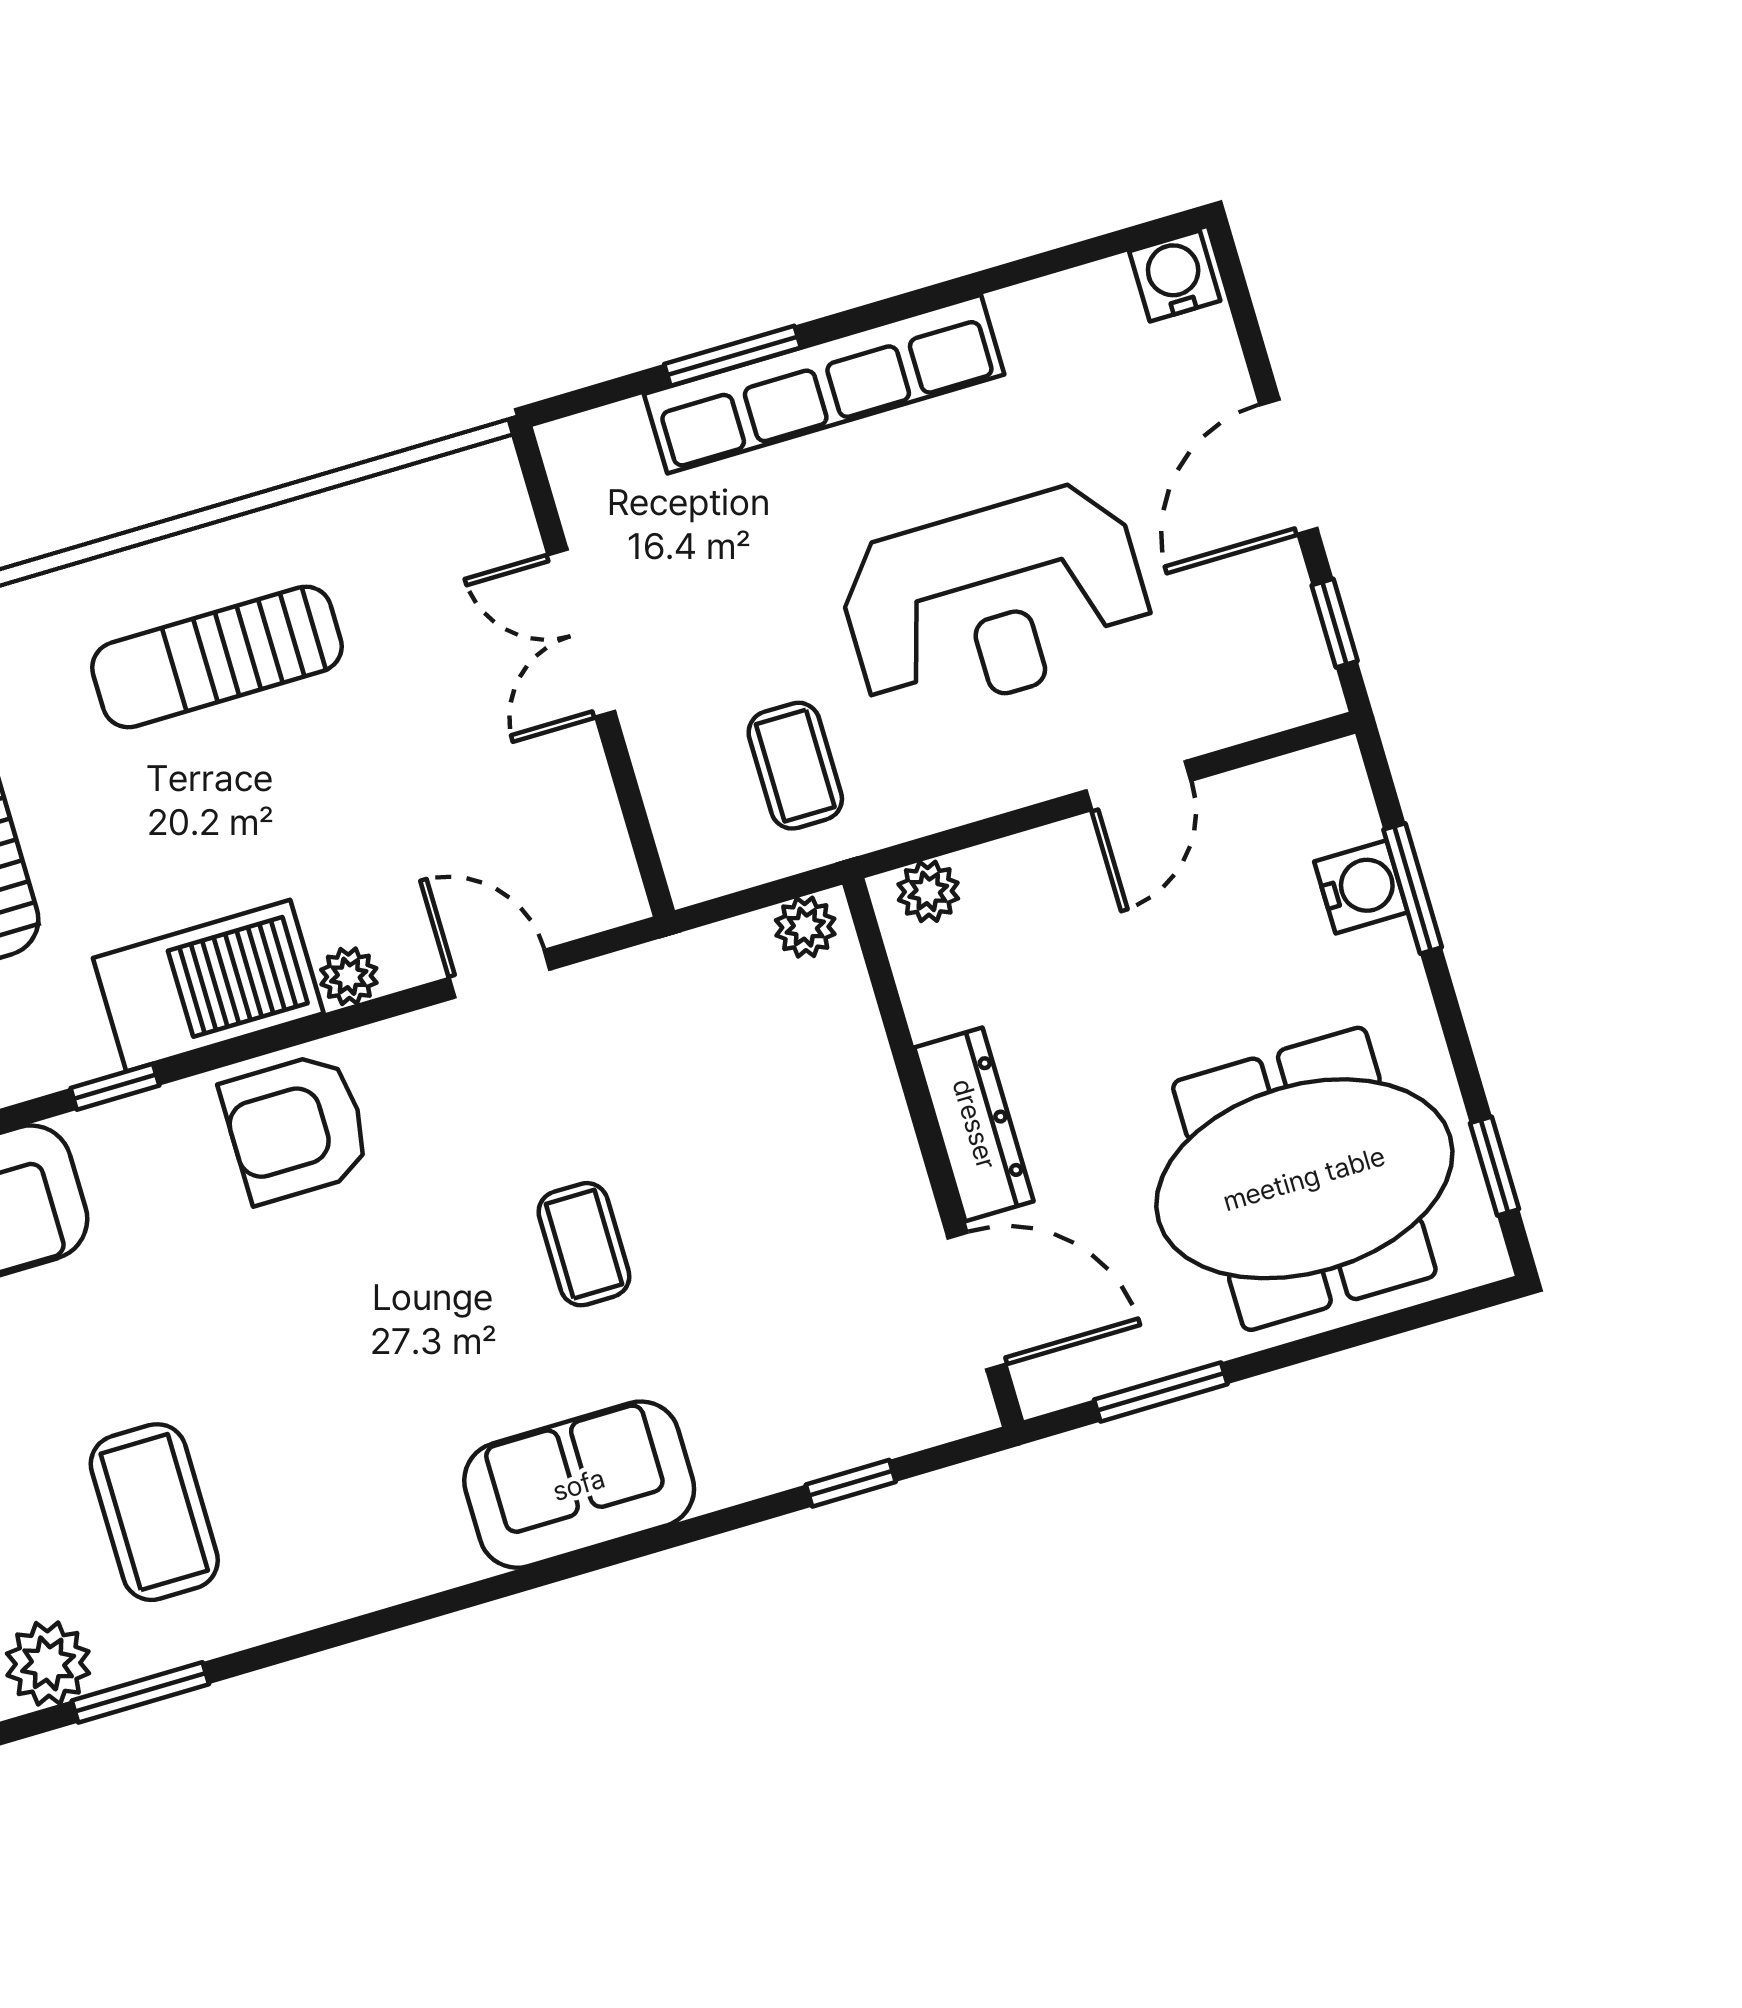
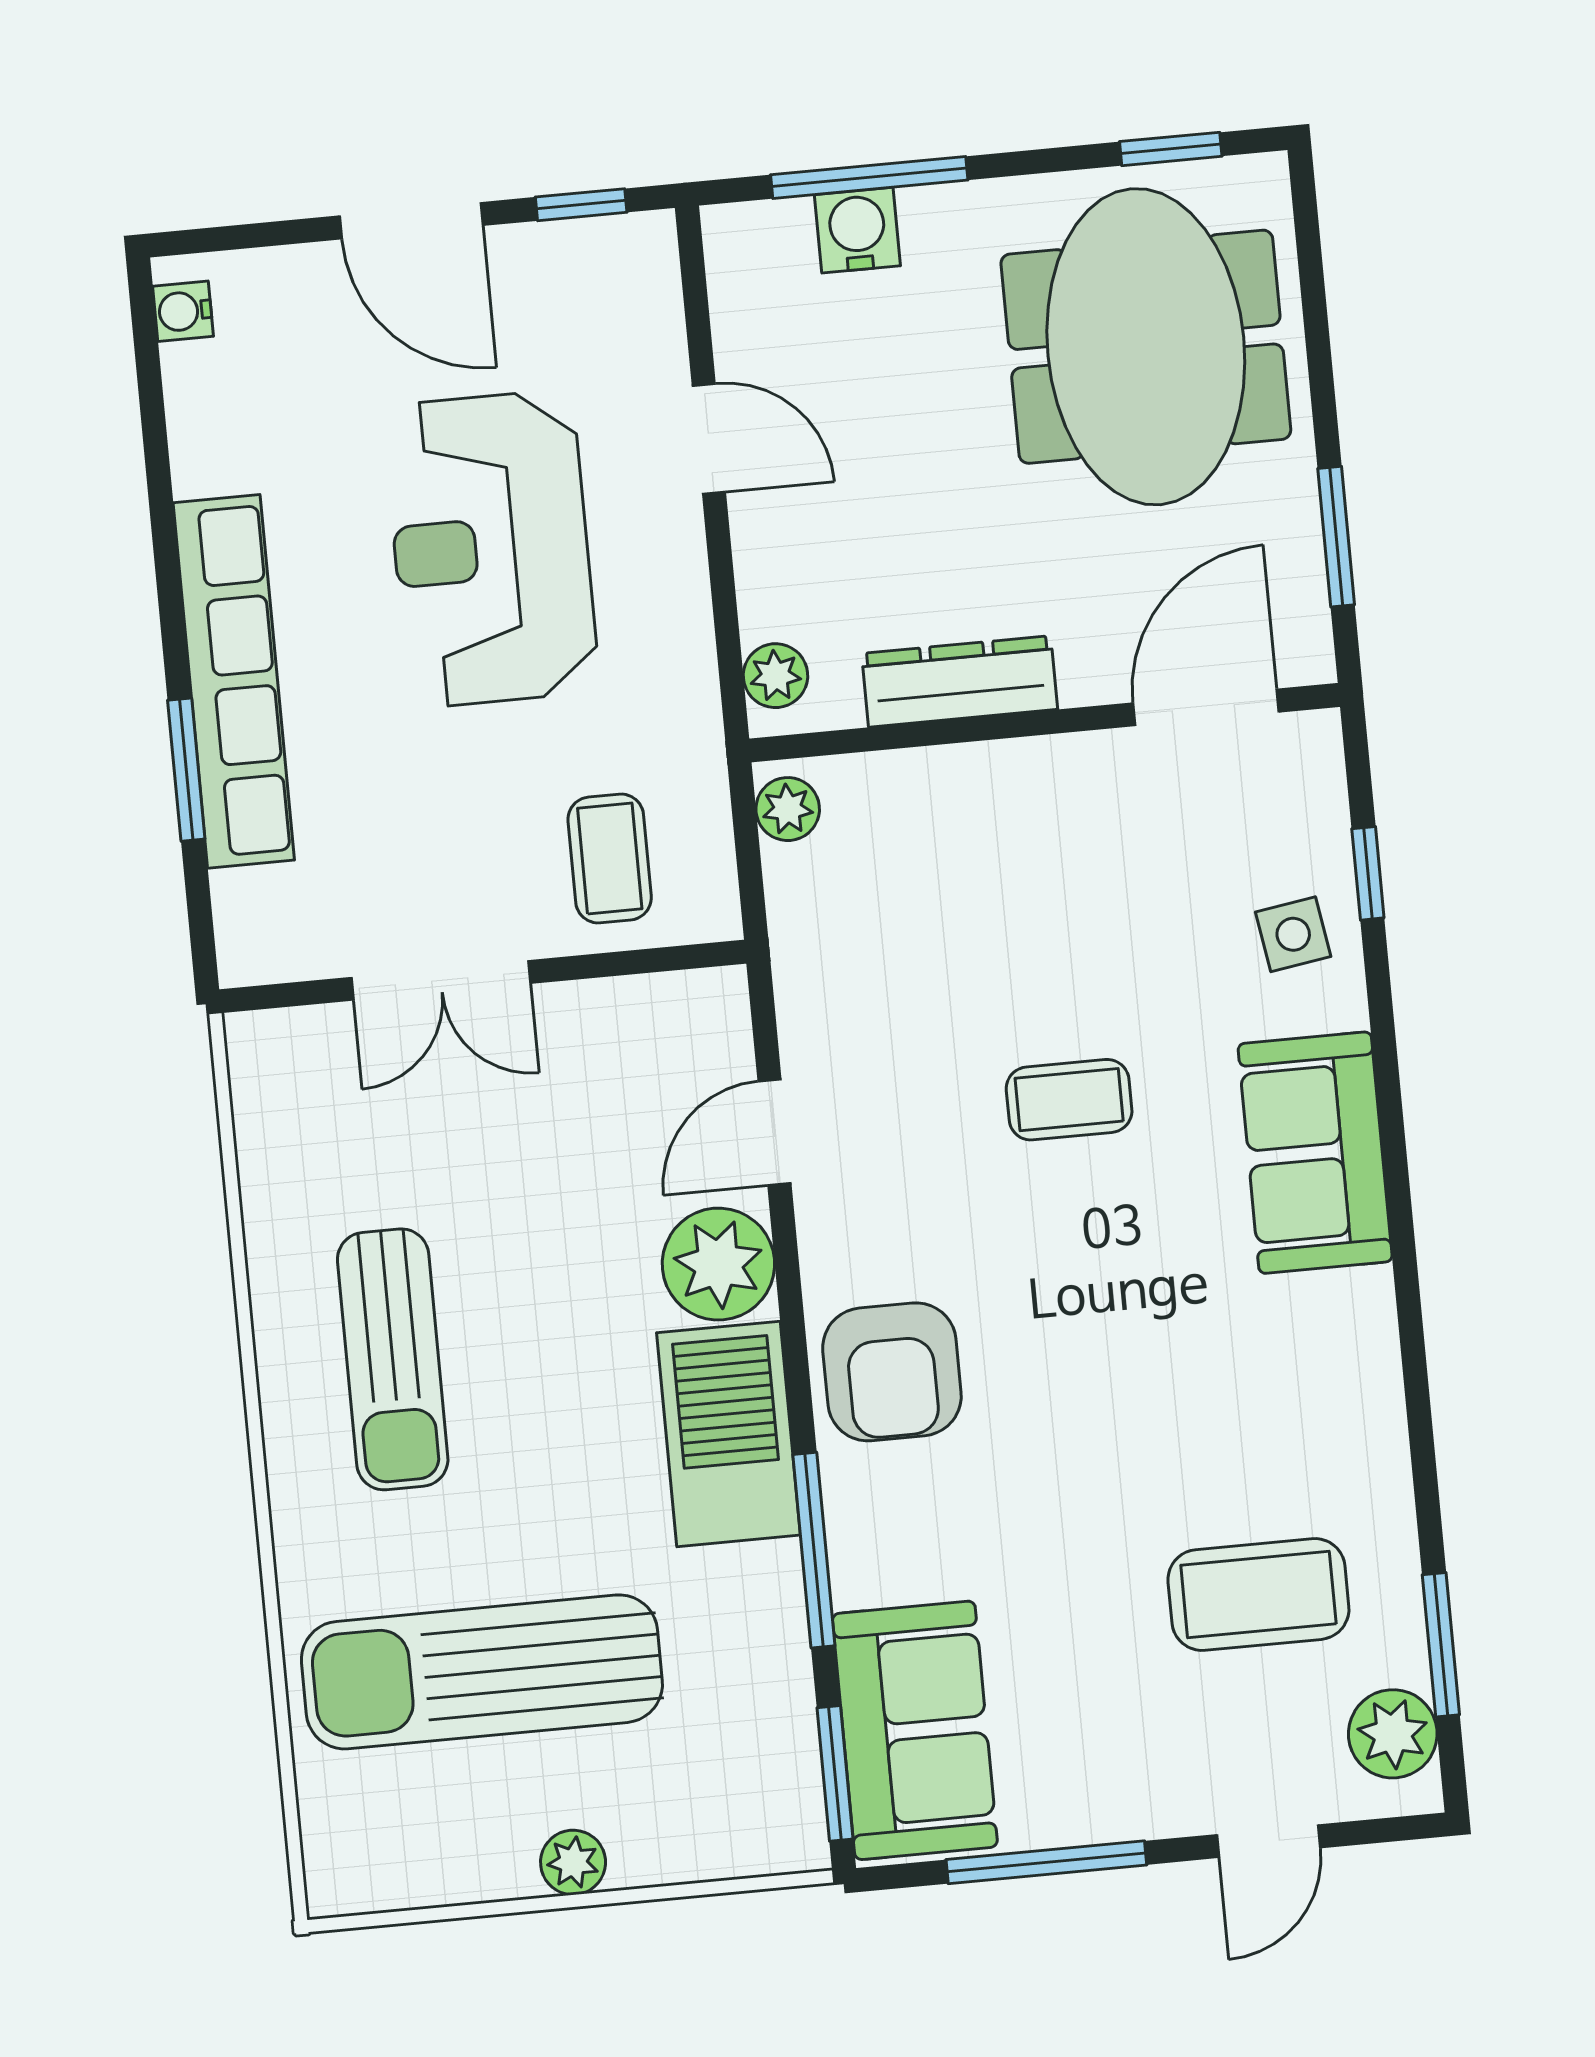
water cooler: (1175, 276) -> (183, 311), width x0.72, depth x0.72
reception desk: (995, 601) -> (491, 549), turned 180
coffee table: (795, 766) -> (610, 859), moved, turned 90
window: (1413, 888) -> (869, 177), width x1.44
plant: (349, 976) -> (718, 1264), width x1.88, depth x1.88
window: (115, 1087) -> (814, 1550), width x2.17
dresser: (974, 1124) -> (960, 681), moved
side table: (780, 1424) -> (1293, 934), added

